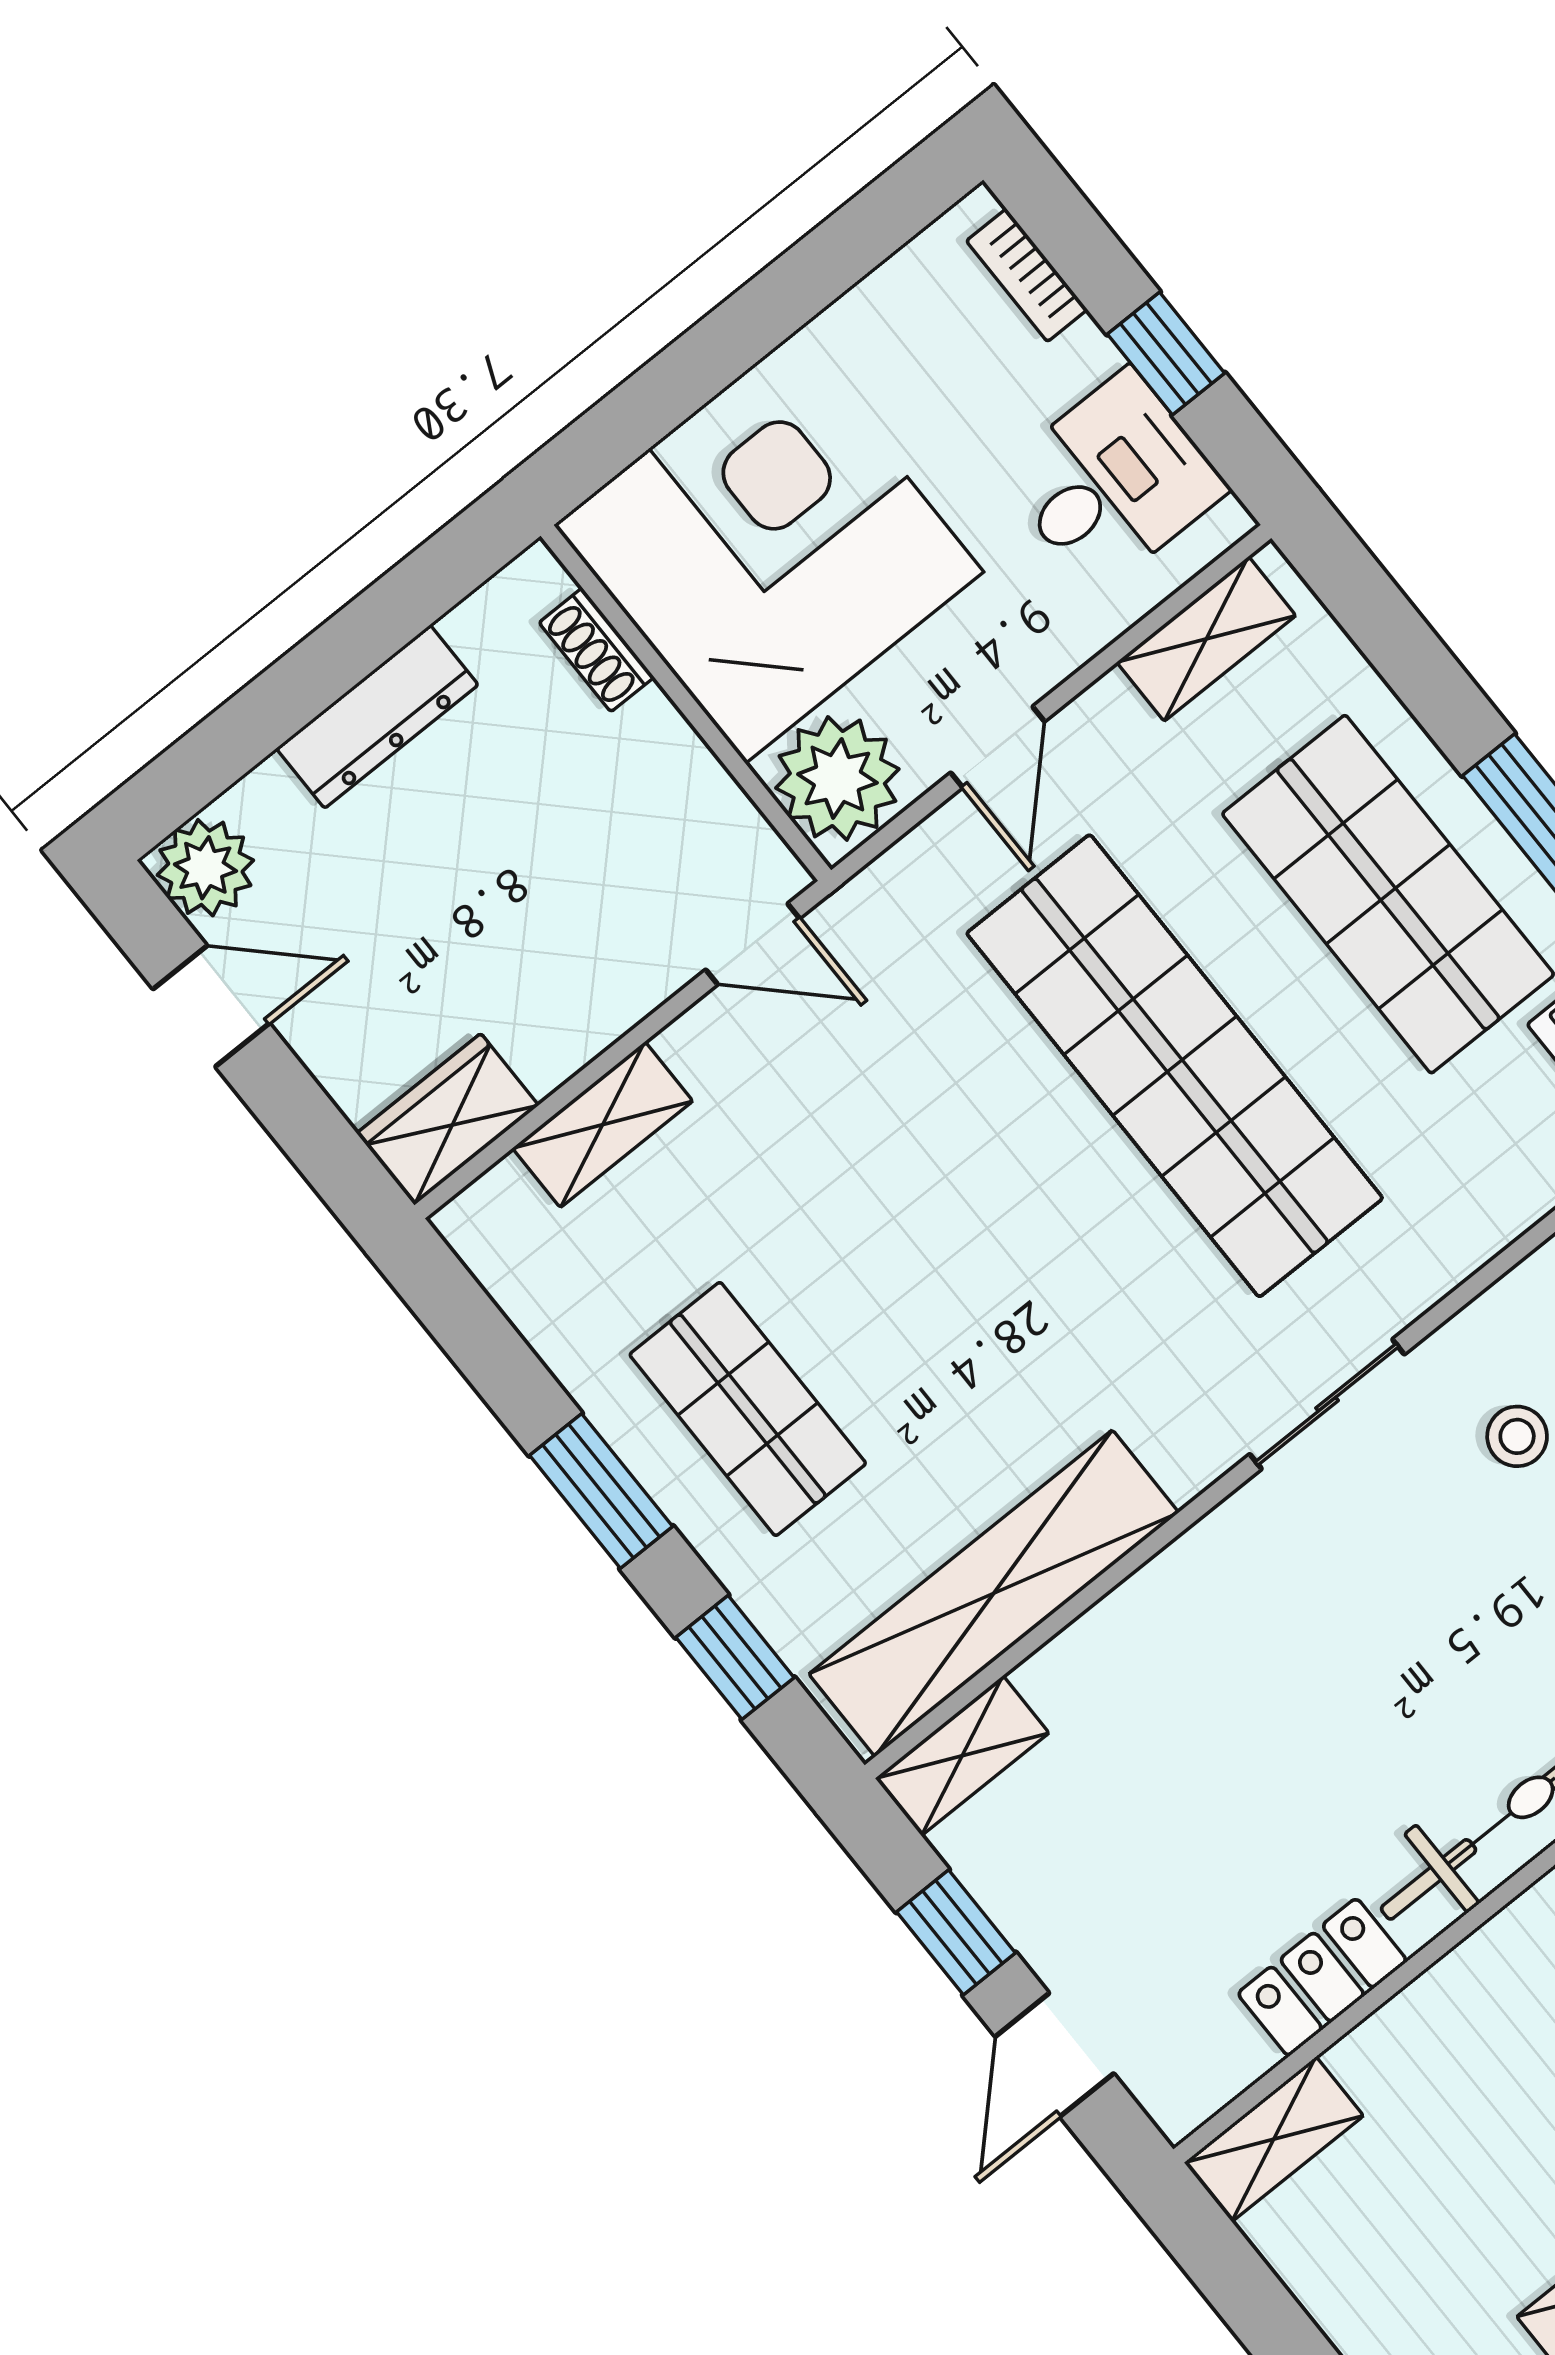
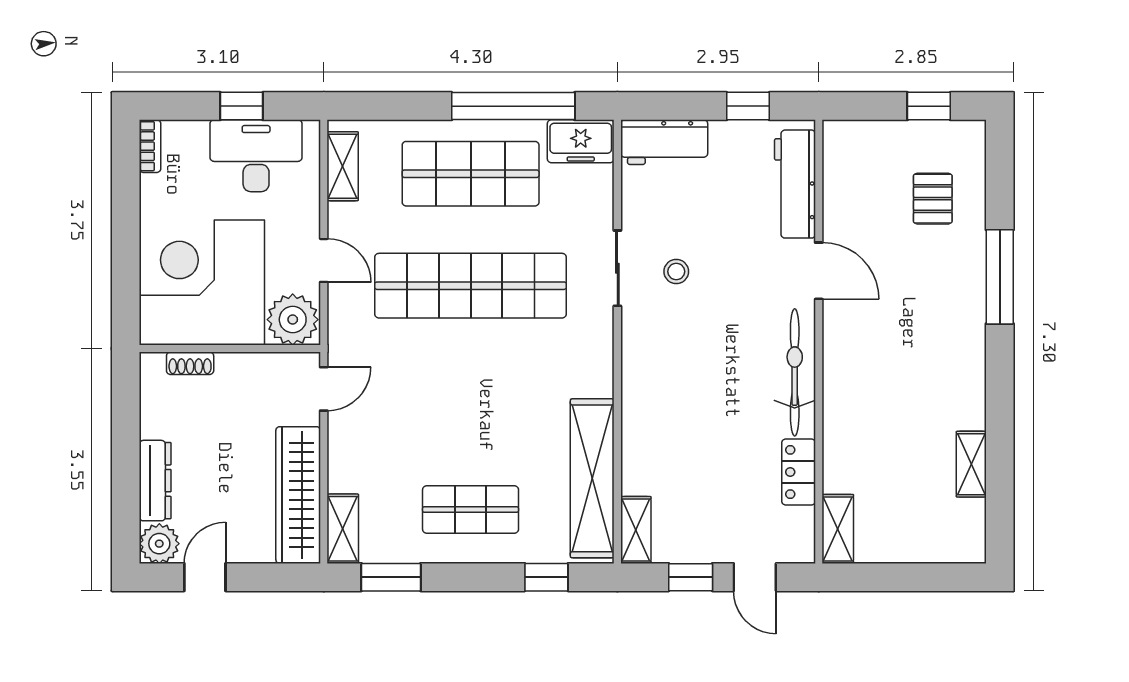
bookcase: (1027, 275) -> (150, 146), moved, turned -90
desk: (1113, 481) -> (256, 156), width x1.37
dresser: (377, 717) -> (155, 481), moved
wardrobe: (448, 1119) -> (298, 495), width x2.10, depth x1.17
shelving: (603, 1125) -> (343, 529), moved
sliding door: (1327, 1404) -> (617, 268), moved
window: (601, 1491) -> (391, 577), moved

